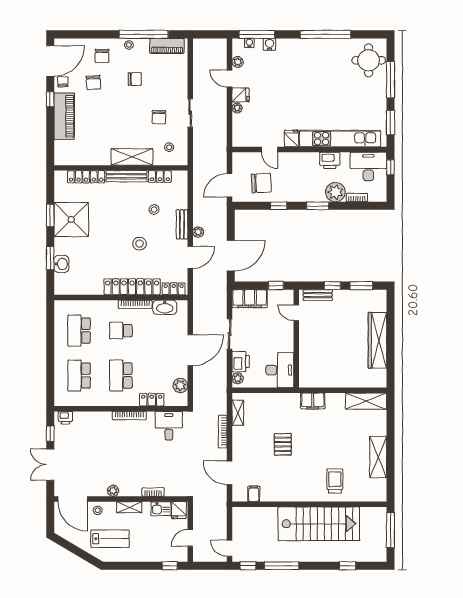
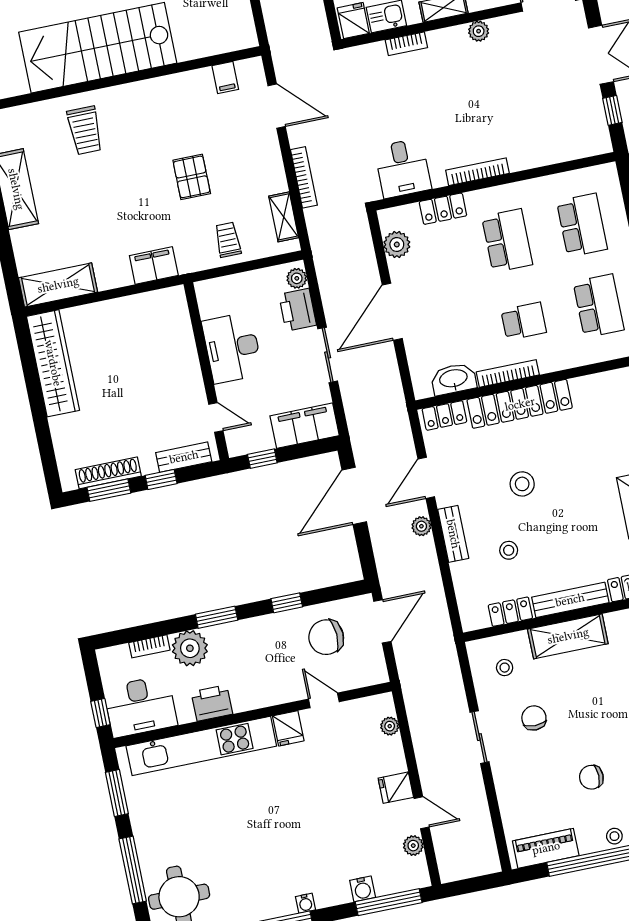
water cooler: (249, 43) -> (305, 903), moved
plant: (237, 108) -> (390, 726), moved
shoe rack: (360, 295) -> (108, 473), added
wardrobe: (377, 340) -> (53, 363), moved
desk: (280, 370) -> (232, 348), moved
trolley: (270, 407) -> (228, 240), added
printer: (65, 418) -> (591, 145), removed

